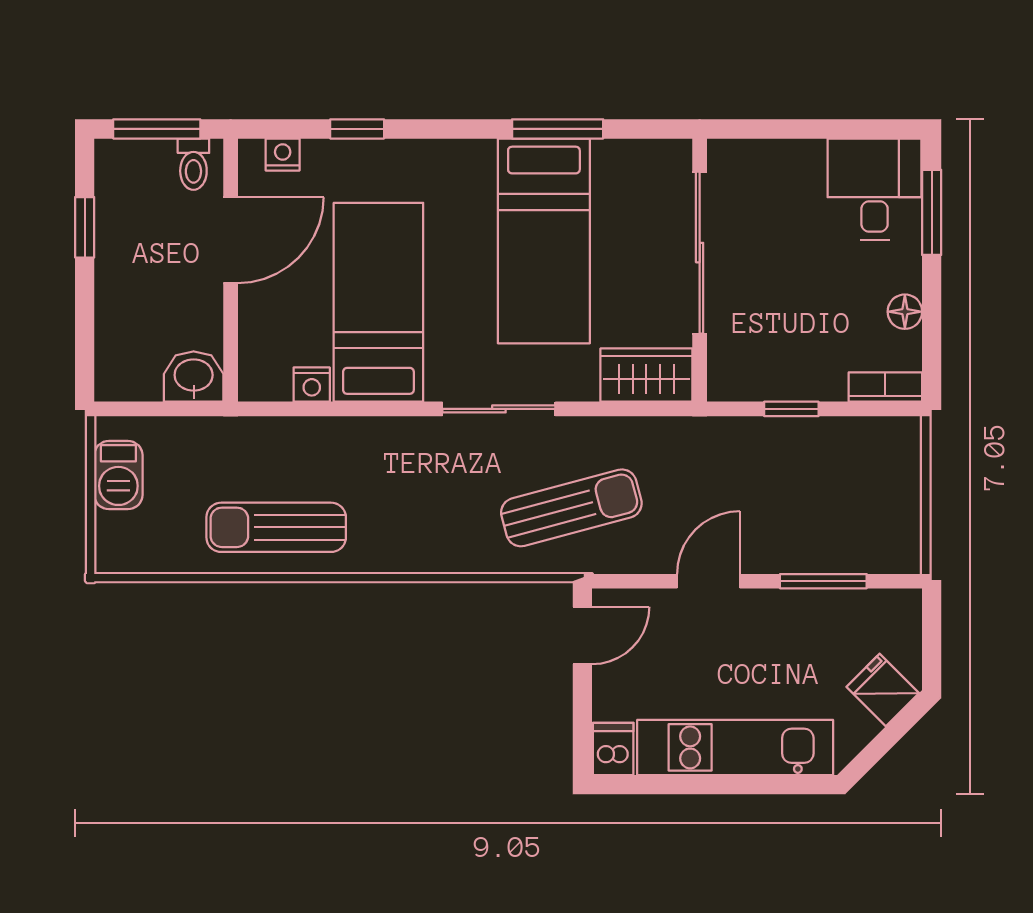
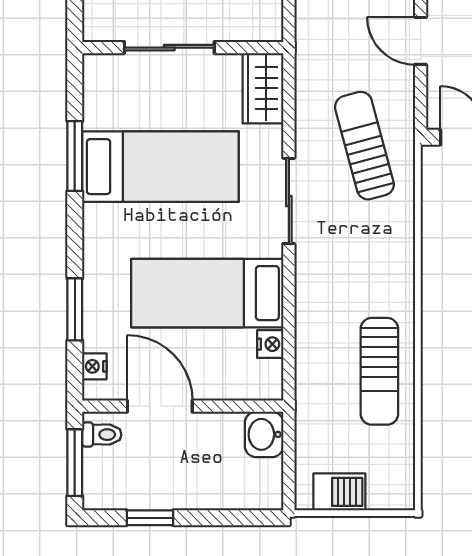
window: (357, 129) -> (75, 309), width x1.50
sliding door: (700, 253) -> (169, 48), width x0.73

